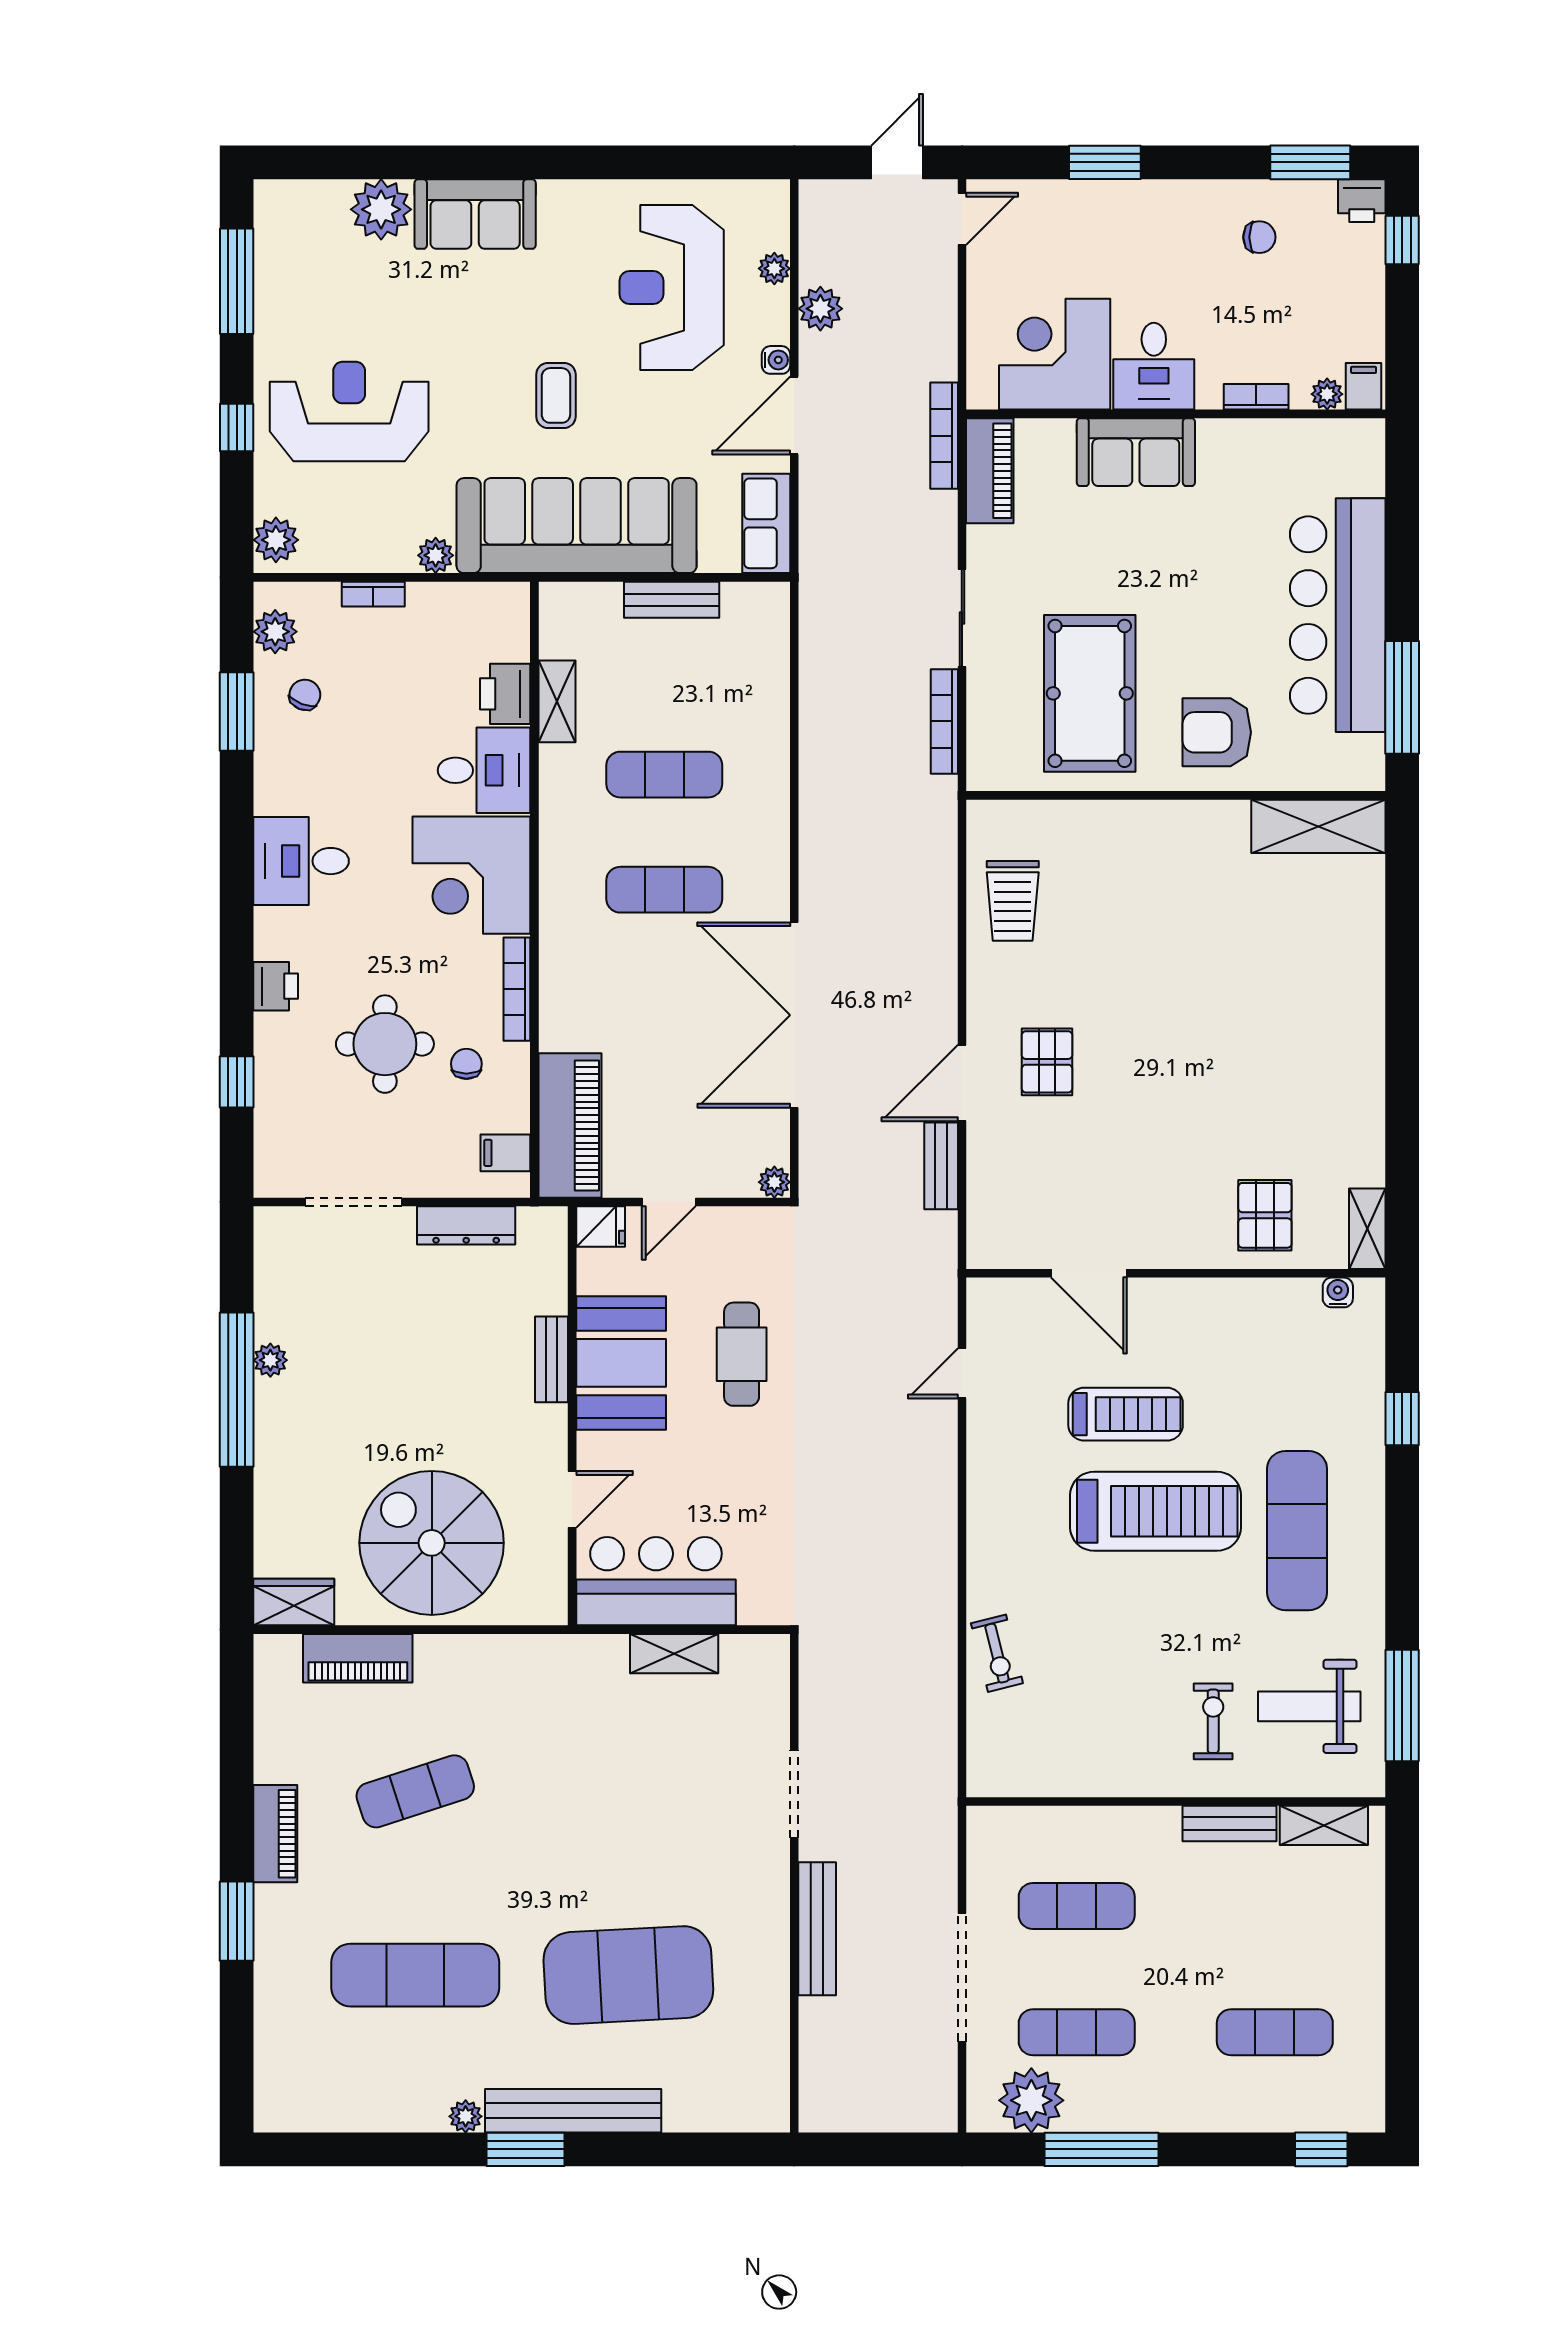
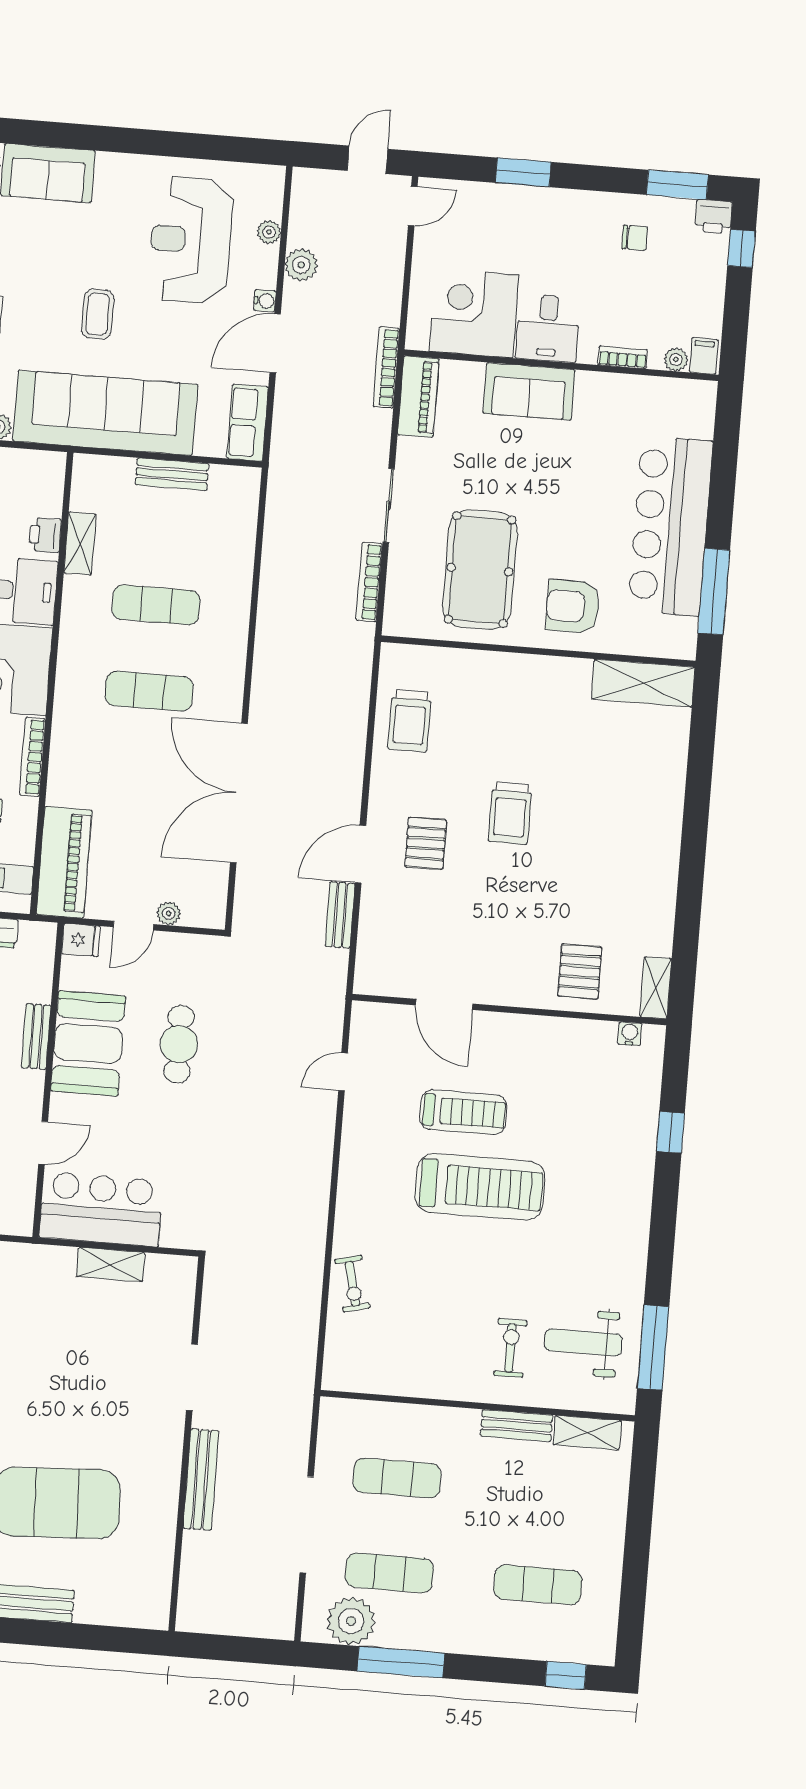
printer: (505, 694) -> (45, 535), width x0.73, depth x0.81
trolley: (1156, 1013) -> (510, 813), added
plant: (774, 1182) -> (169, 913), moved
exercise mat: (1297, 1531) -> (585, 1210), removed

